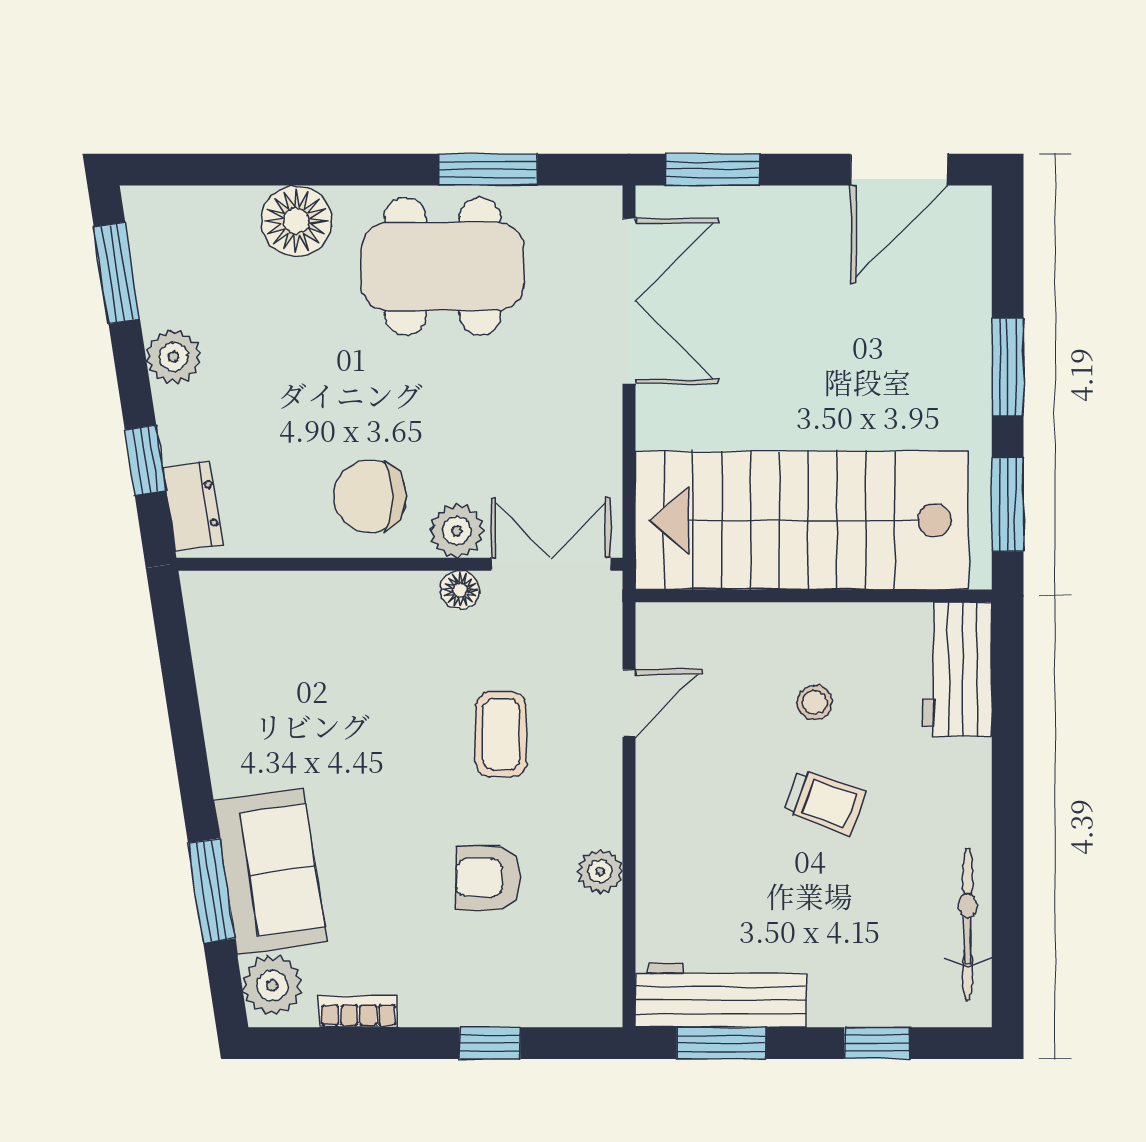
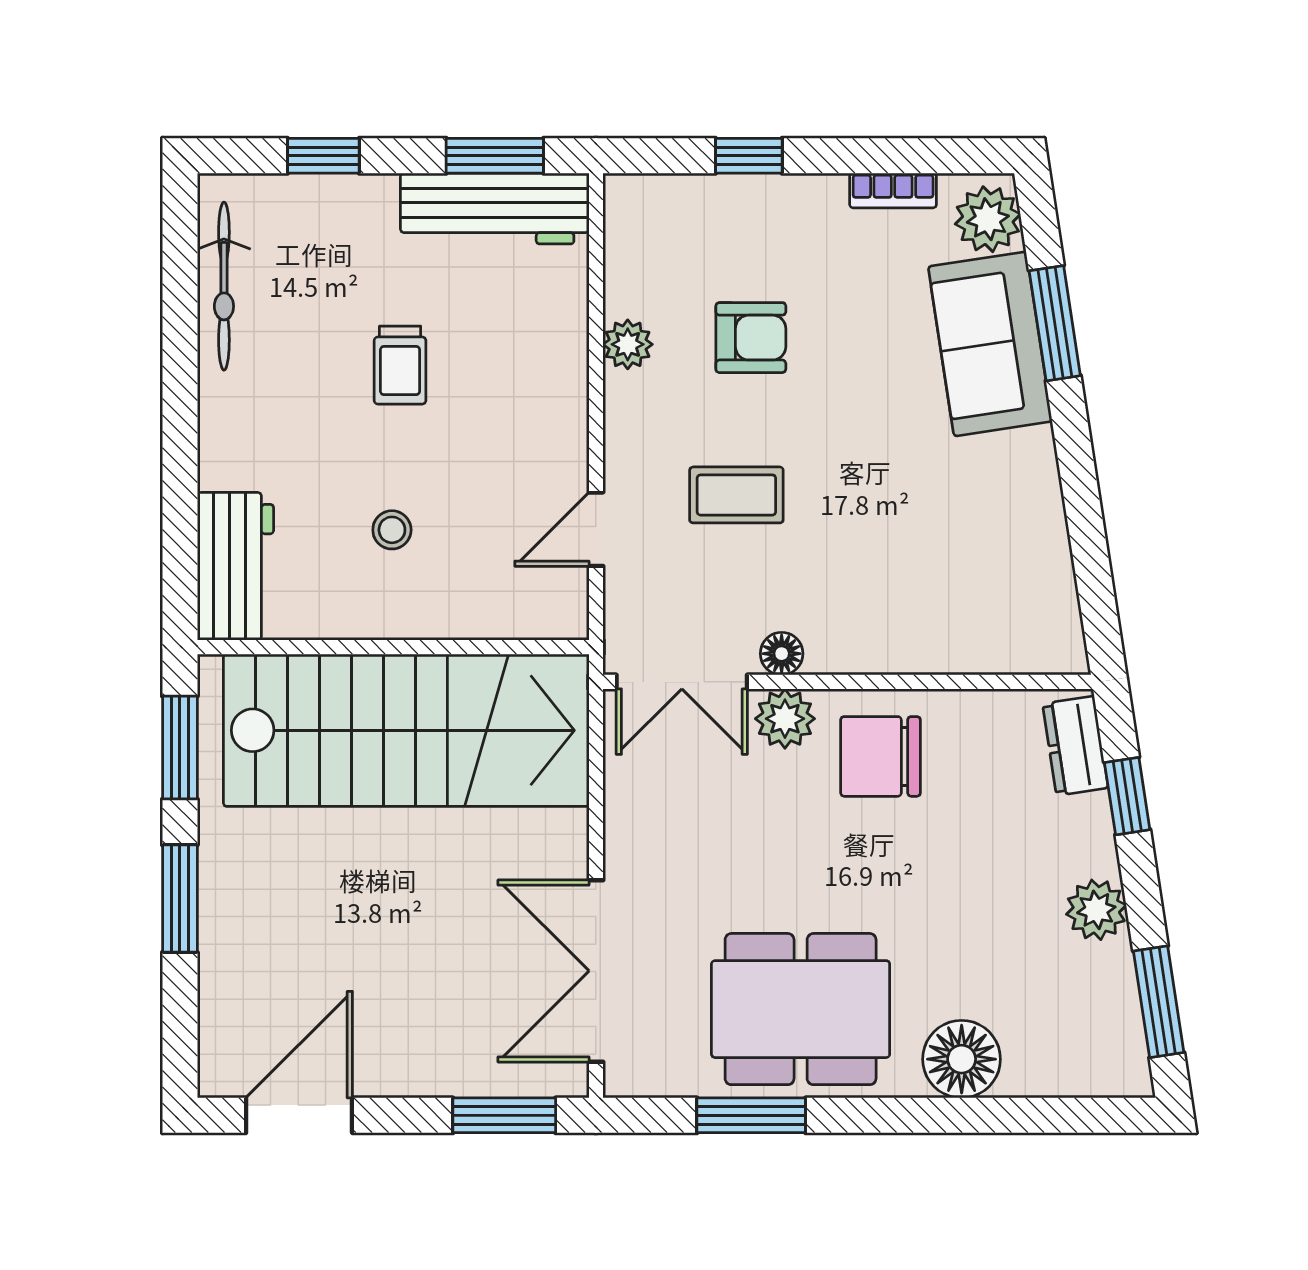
chair: (370, 496) -> (881, 756), turned 180
coffee table: (501, 734) -> (736, 495), turned 90
trolley: (824, 802) -> (400, 365), moved, turned -110

